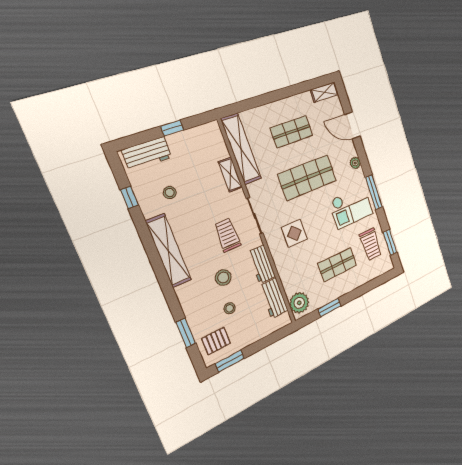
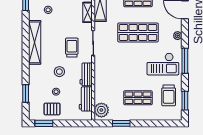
display table: (294, 233) -> (115, 64), removed
pallet: (216, 341) -> (52, 109), moved

